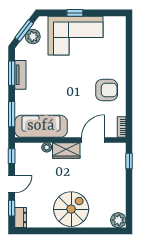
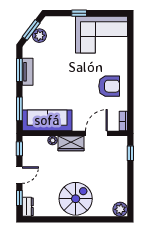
corner sofa: (75, 36) -> (101, 35), moved

